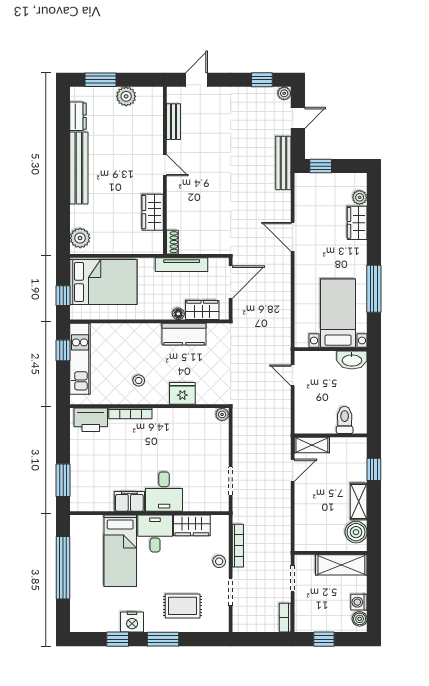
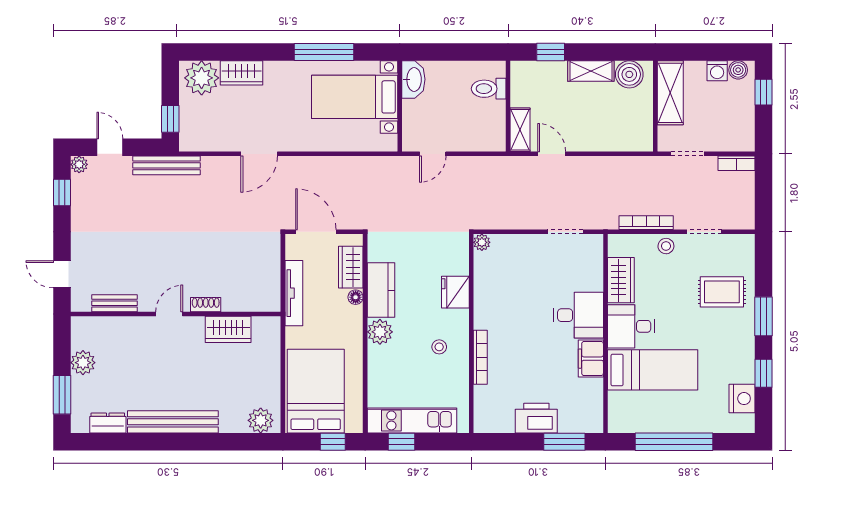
plant: (360, 197) -> (202, 78), width x1.87, depth x1.87
shoe rack: (172, 242) -> (206, 305), moved
plant: (151, 333) -> (380, 332), added
printer: (91, 420) -> (536, 418), moved, turned -90
rug: (183, 606) -> (722, 292), turned 90
nightstand: (132, 622) -> (742, 399), moved
window: (324, 639) -> (763, 92), moved

